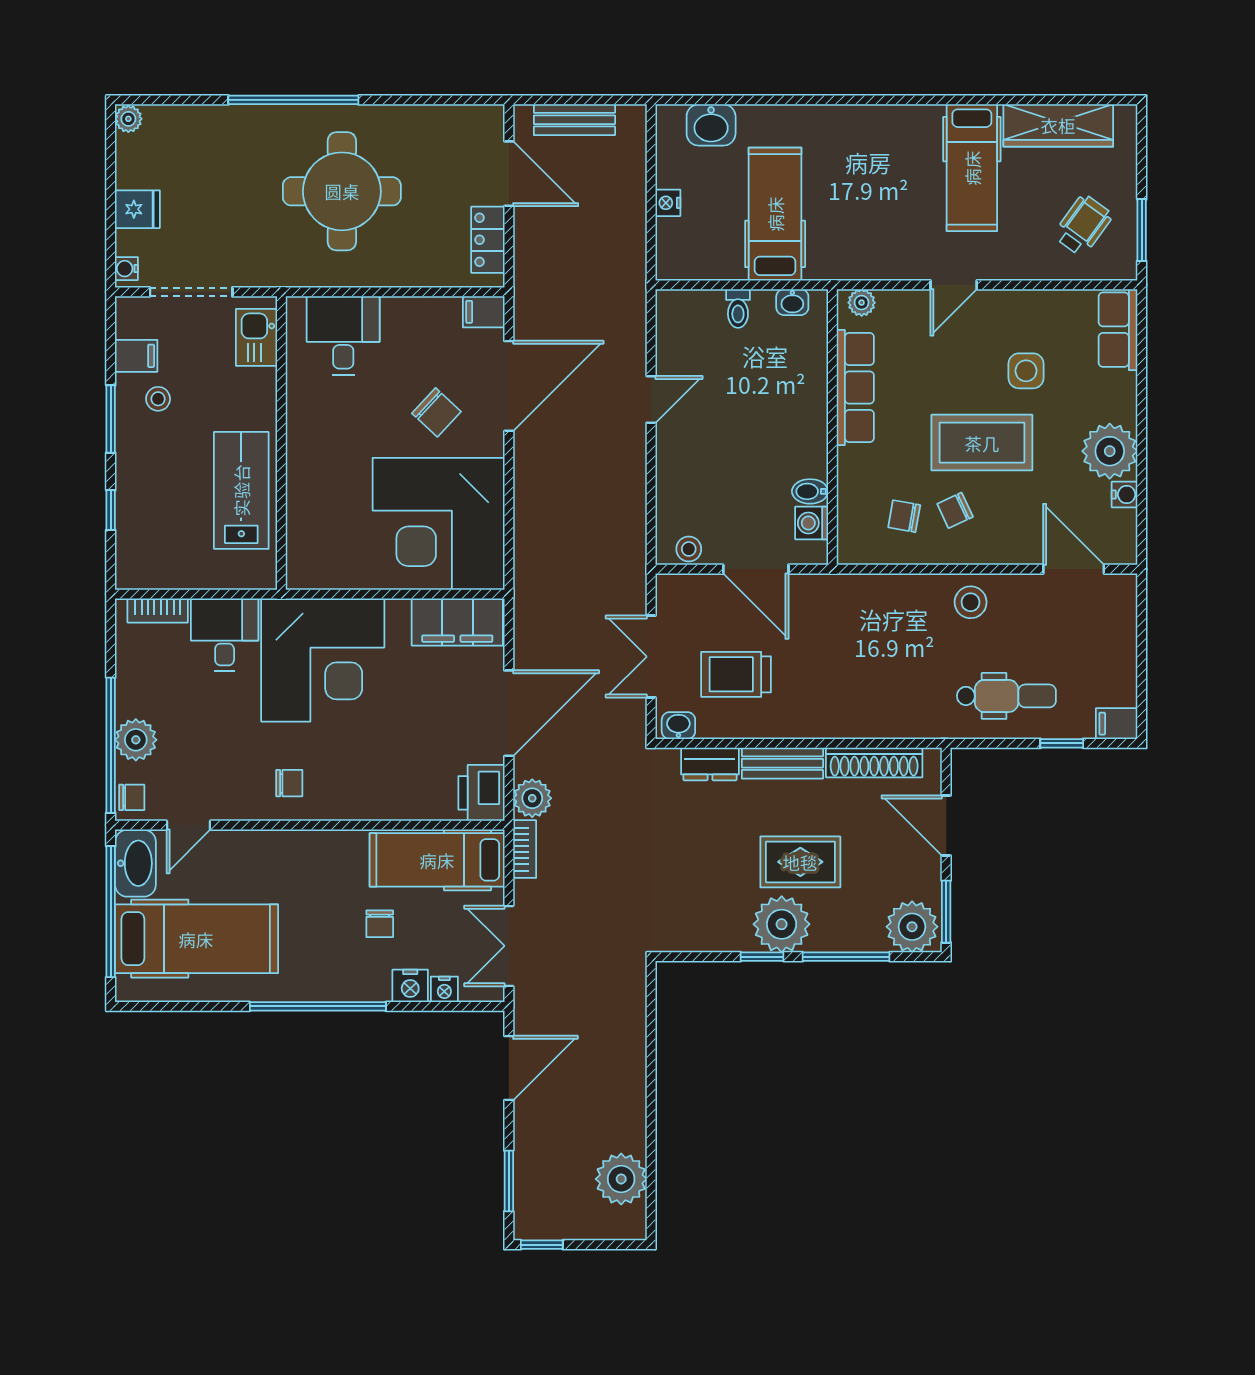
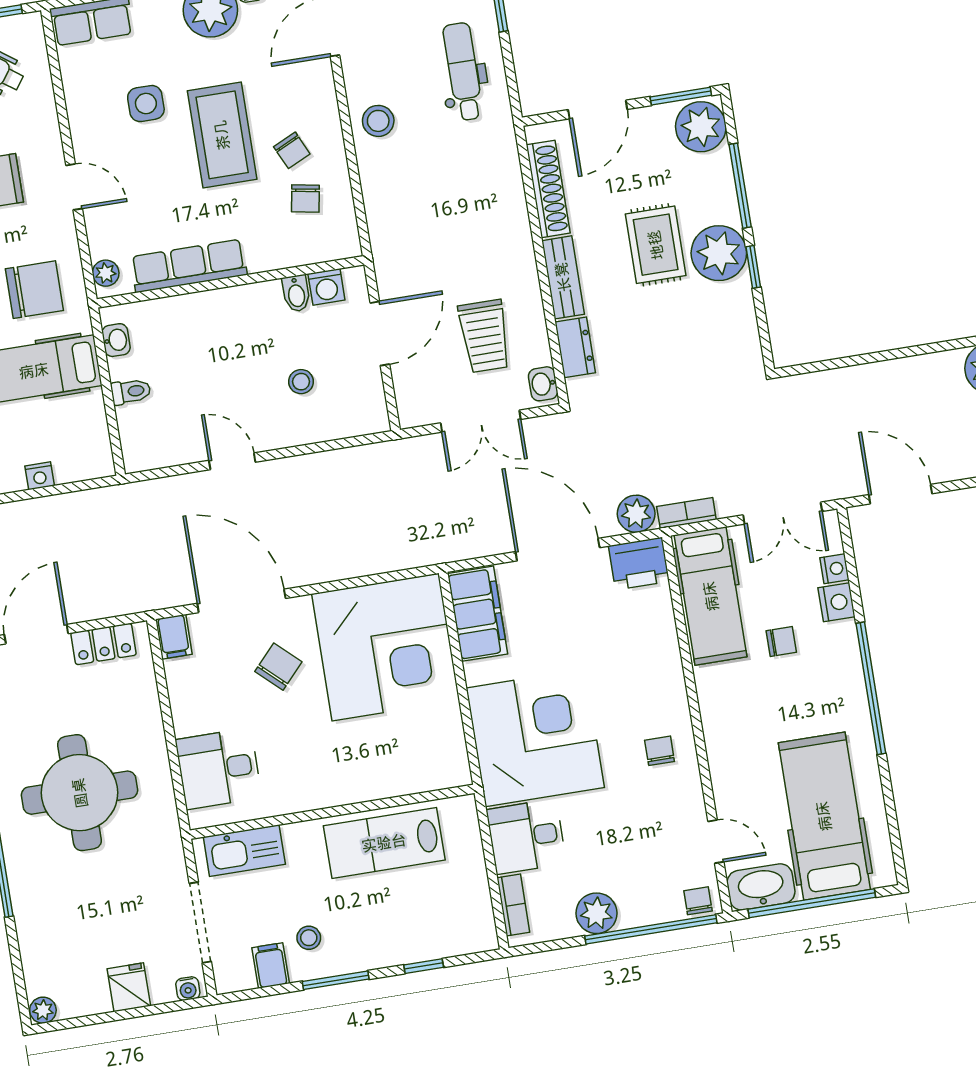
chair: (857, 228) -> (34, 290), added
kitchen sink: (256, 337) -> (244, 851), width x1.38
stool: (689, 549) -> (301, 382), moved
plant: (136, 740) -> (596, 913), moved

